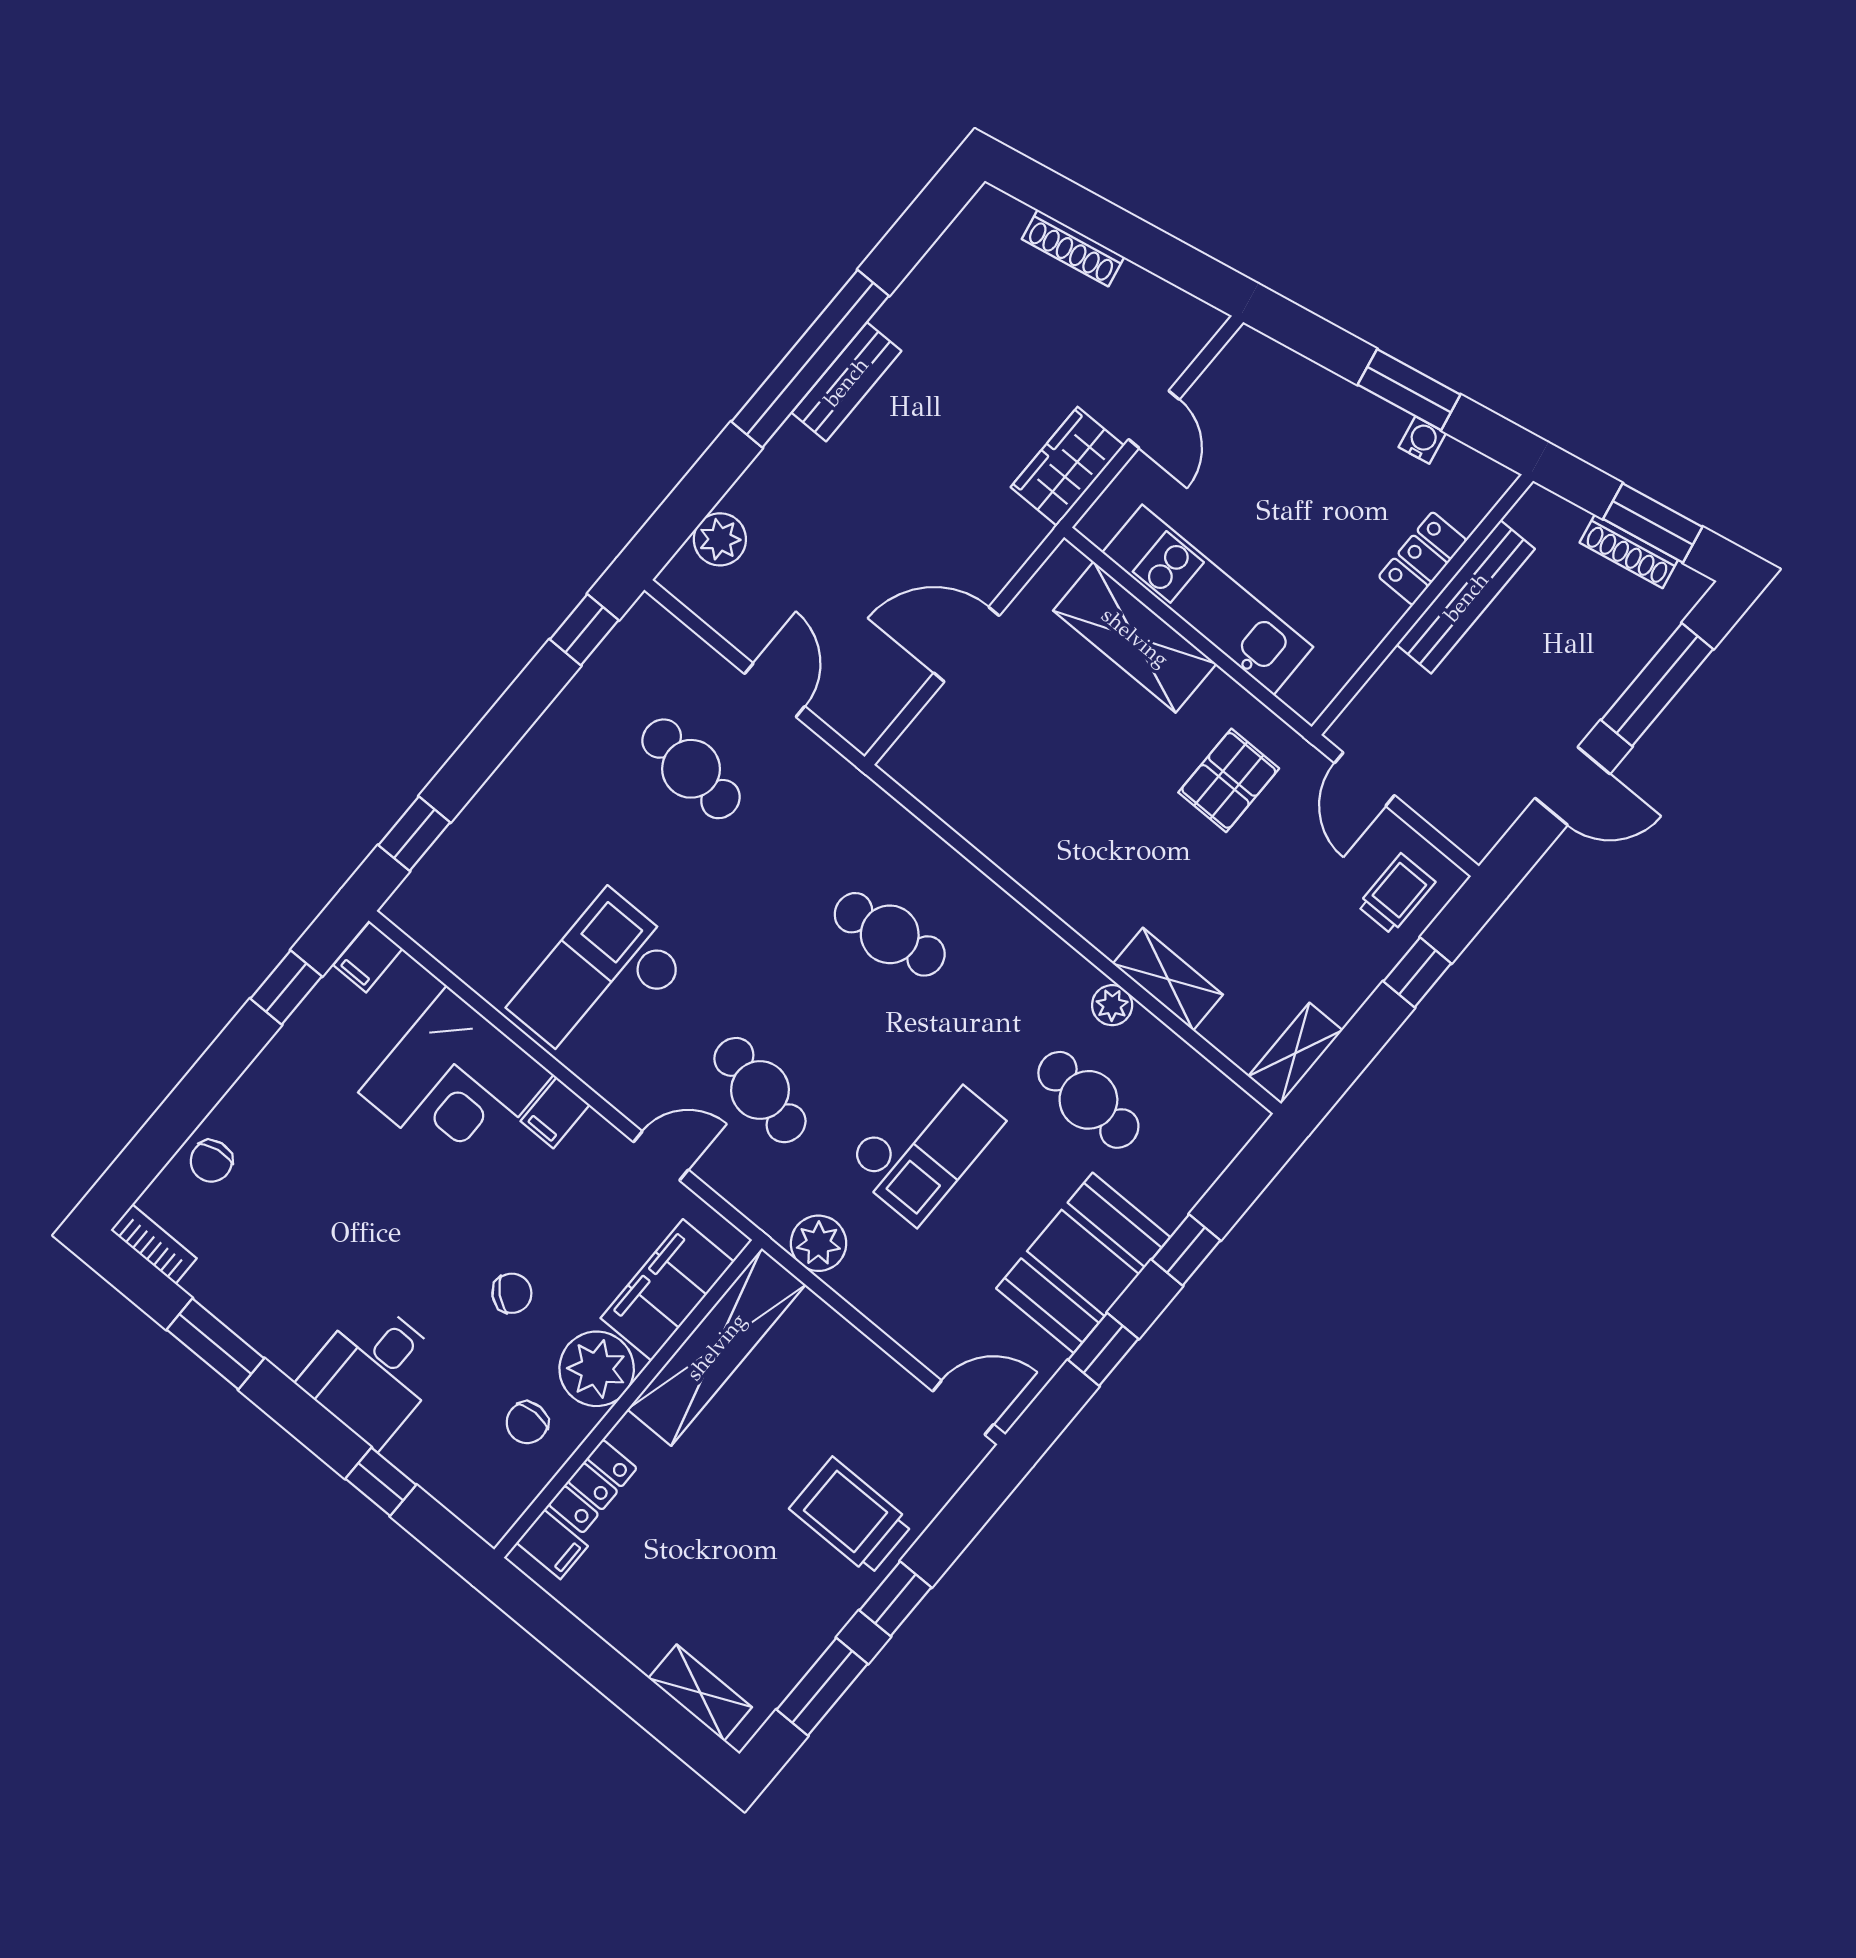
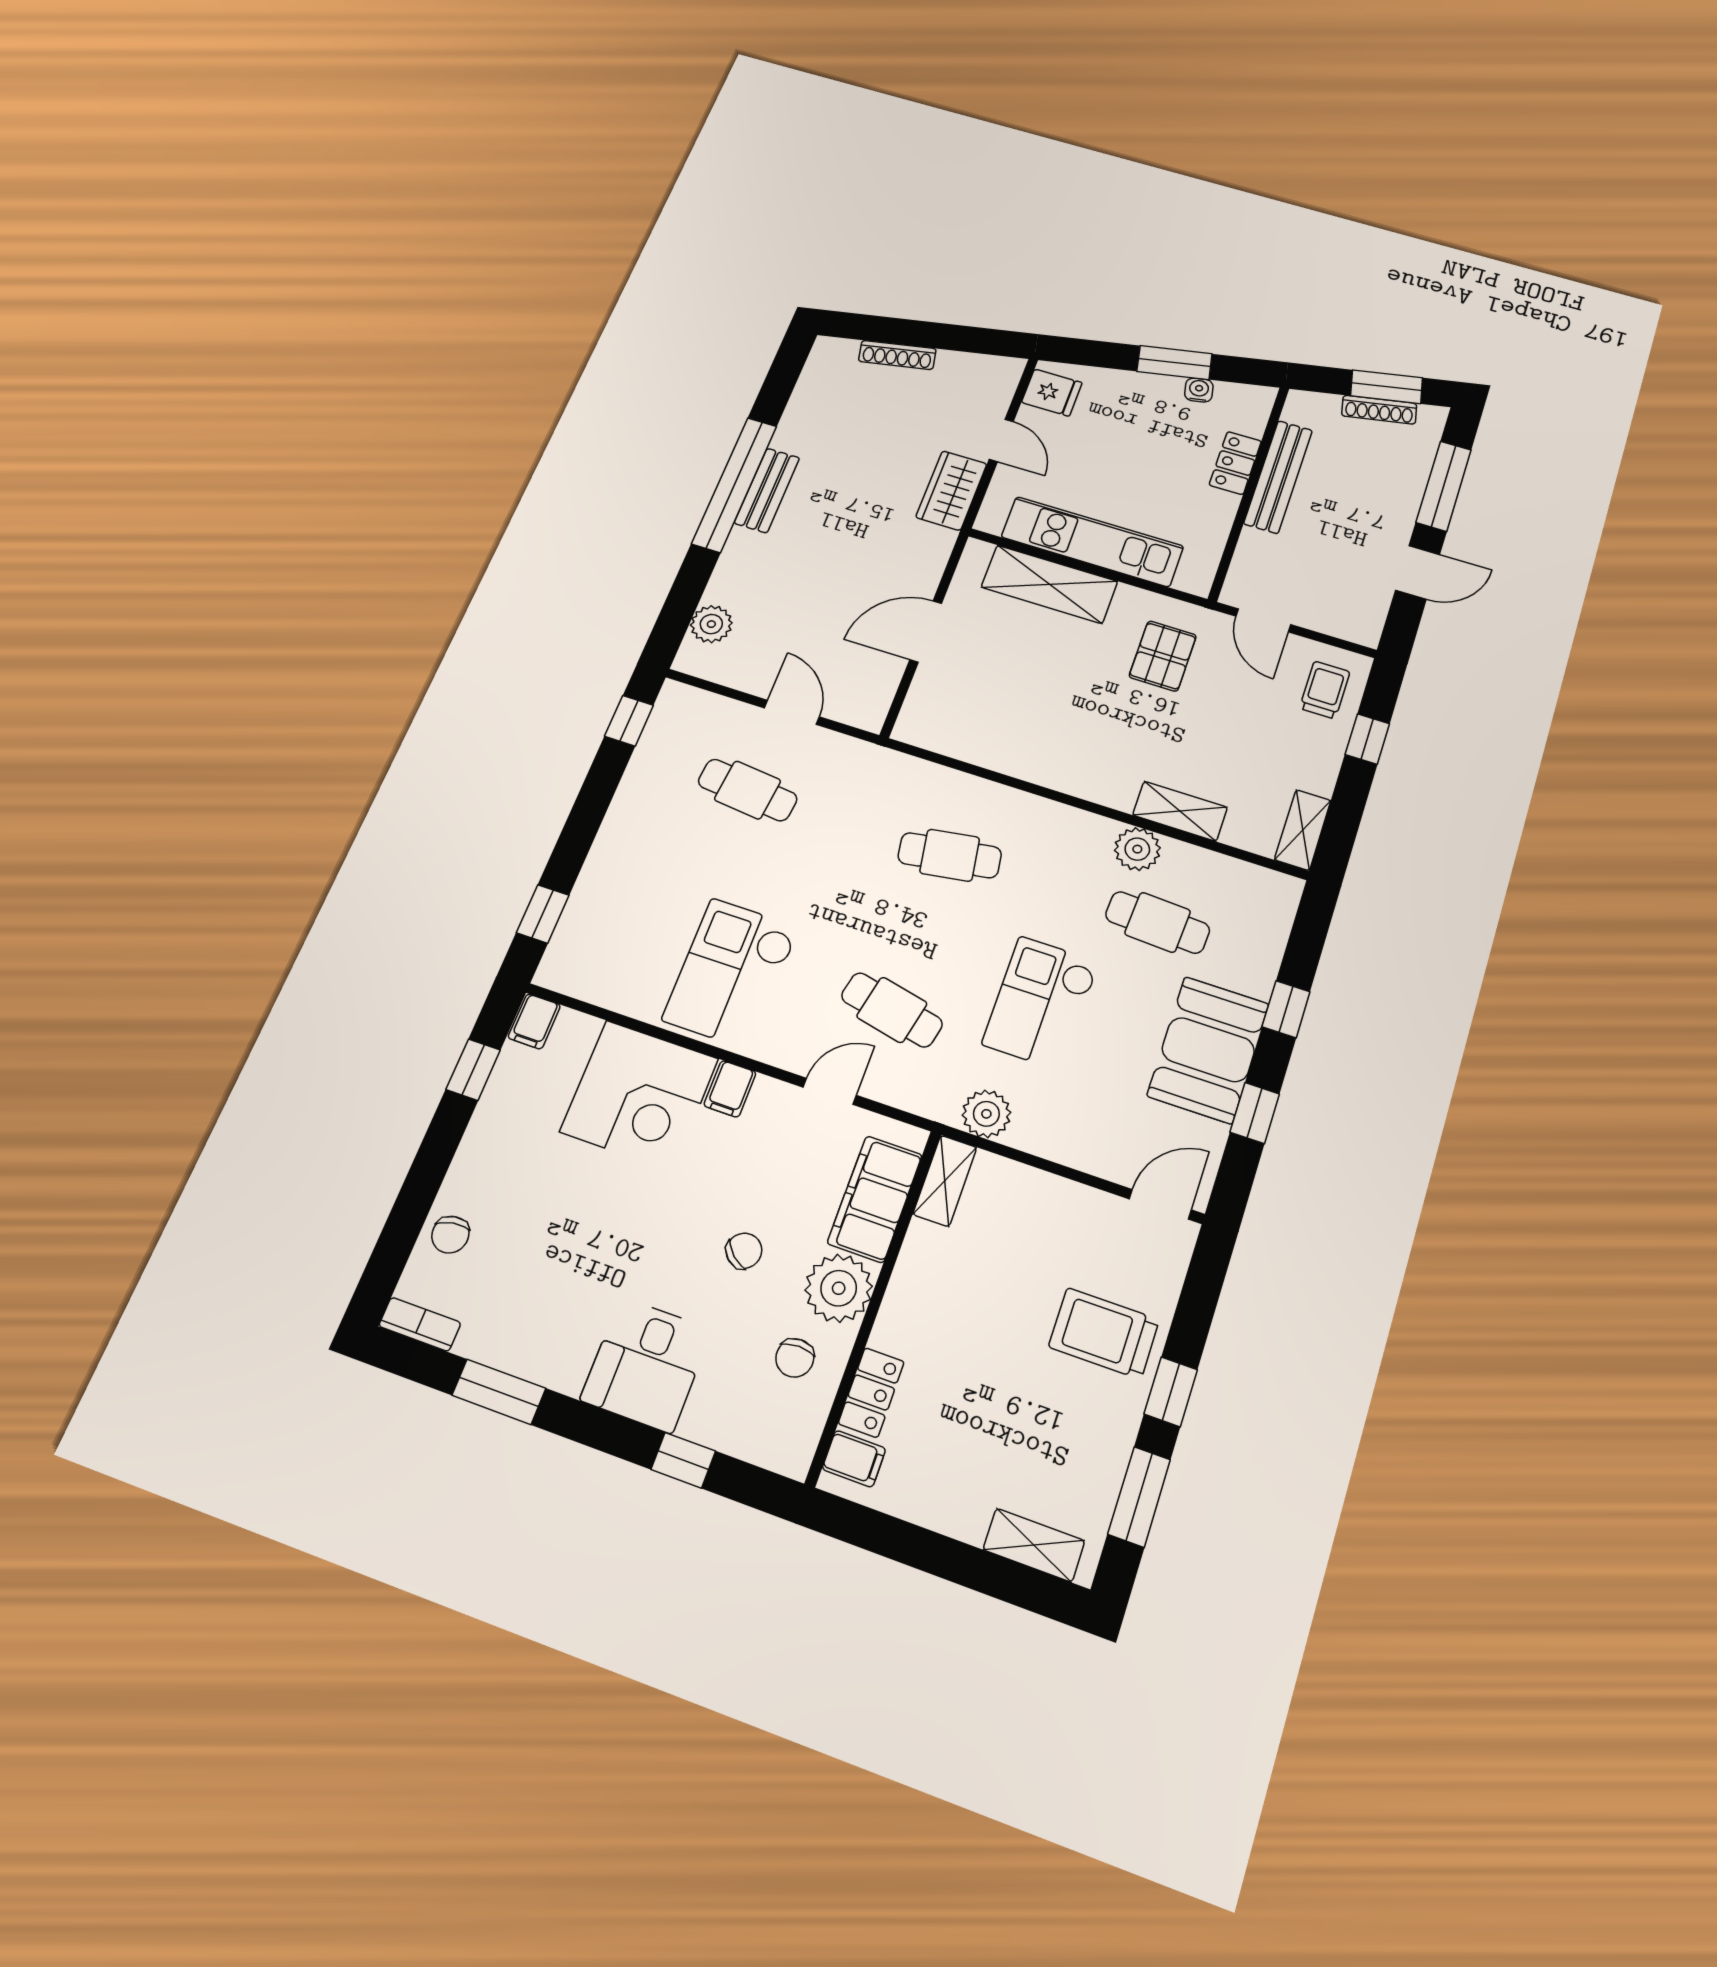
fridge: (1242, 375) -> (1052, 393), added
plant: (1112, 1005) -> (1137, 849), width x1.38, depth x1.38
checkout: (924, 1143) -> (1041, 1003), turned 180
shelving: (716, 1347) -> (945, 1181), width x0.45, depth x0.75

